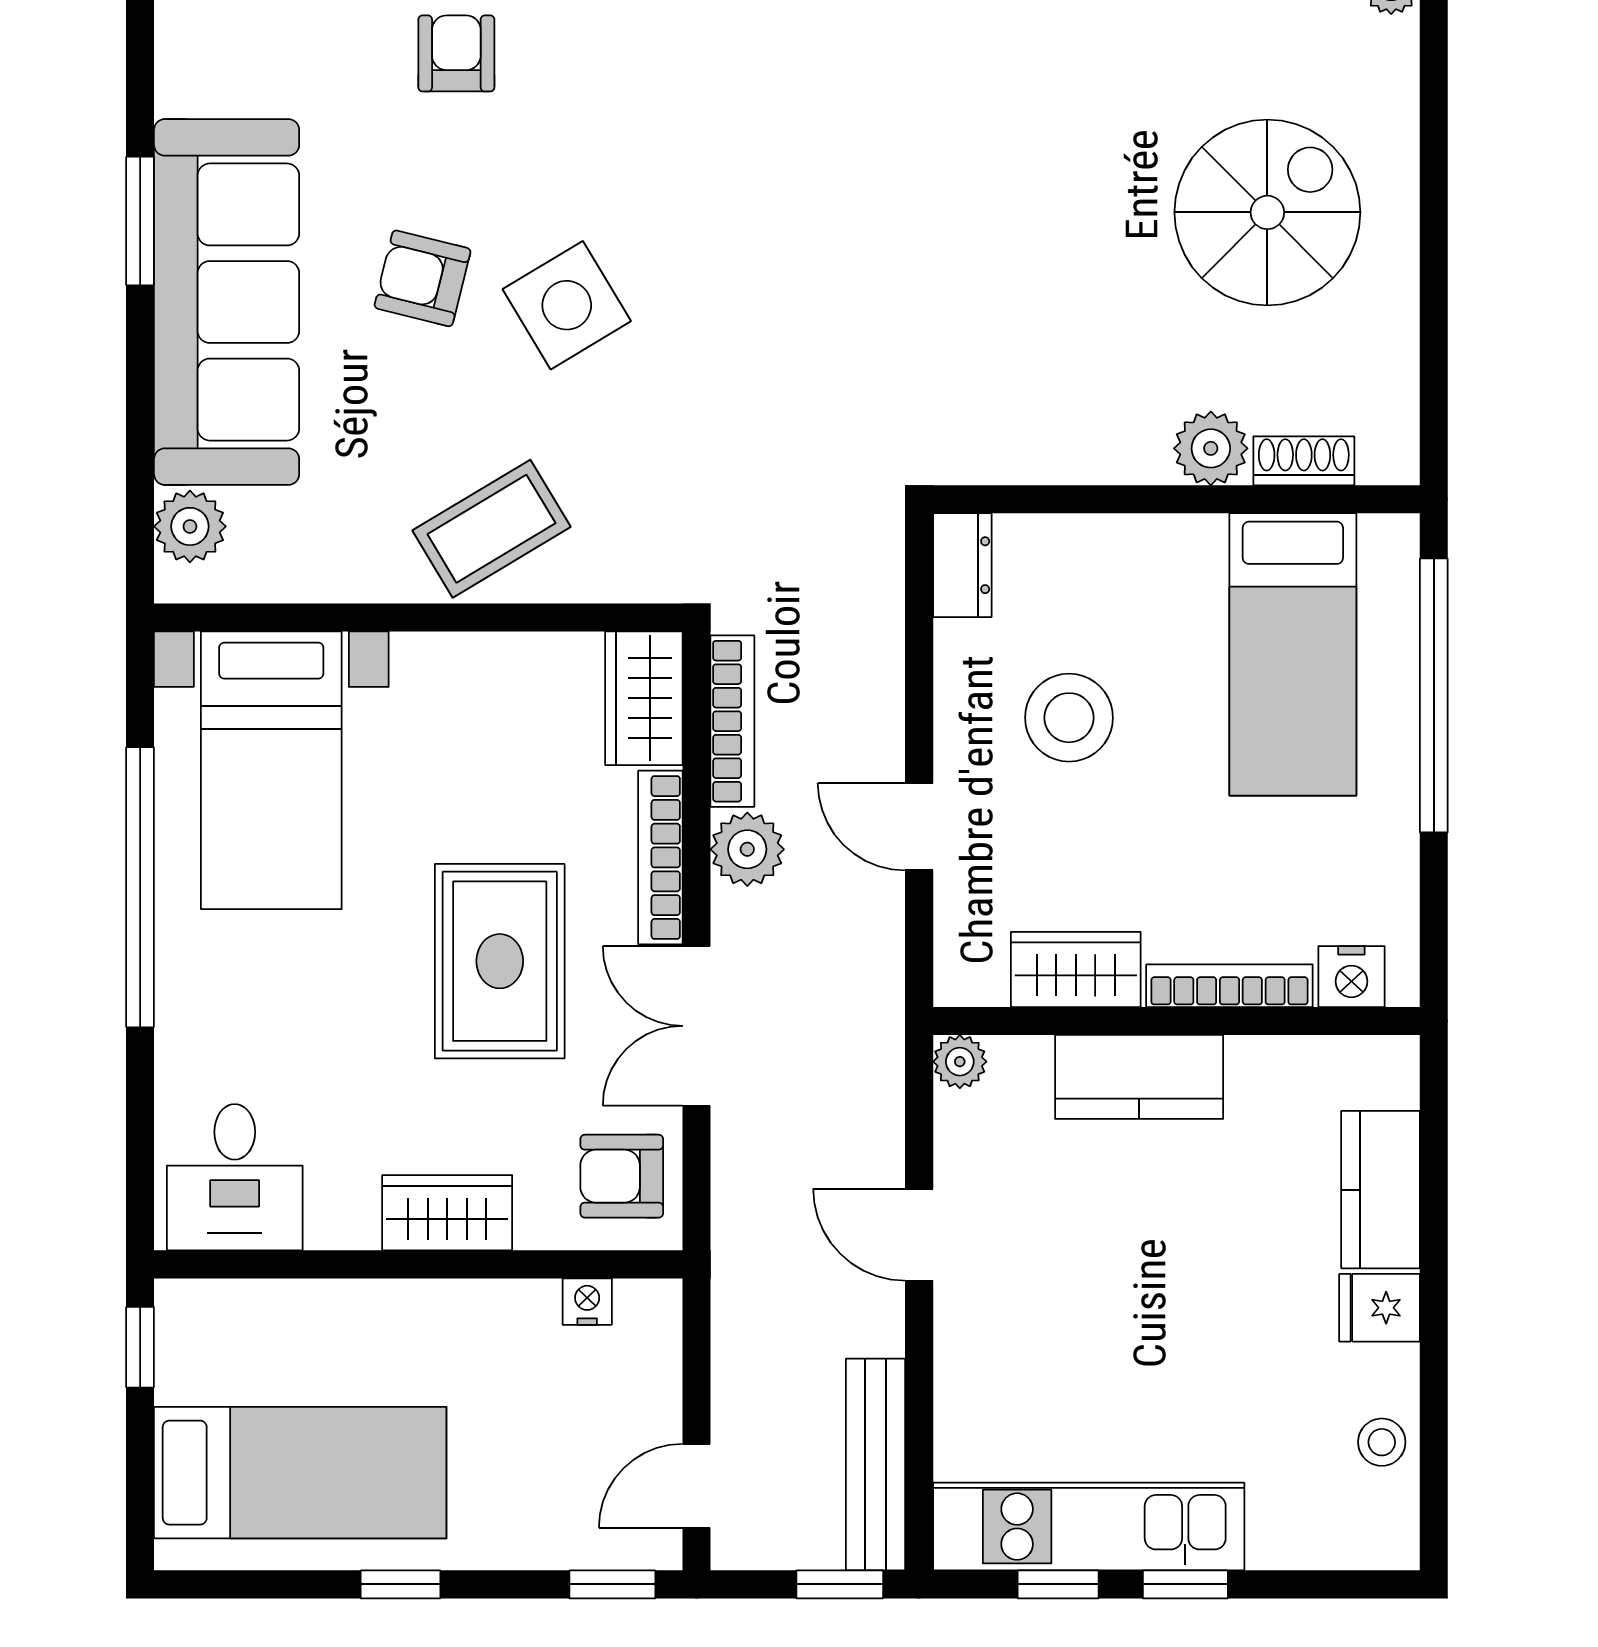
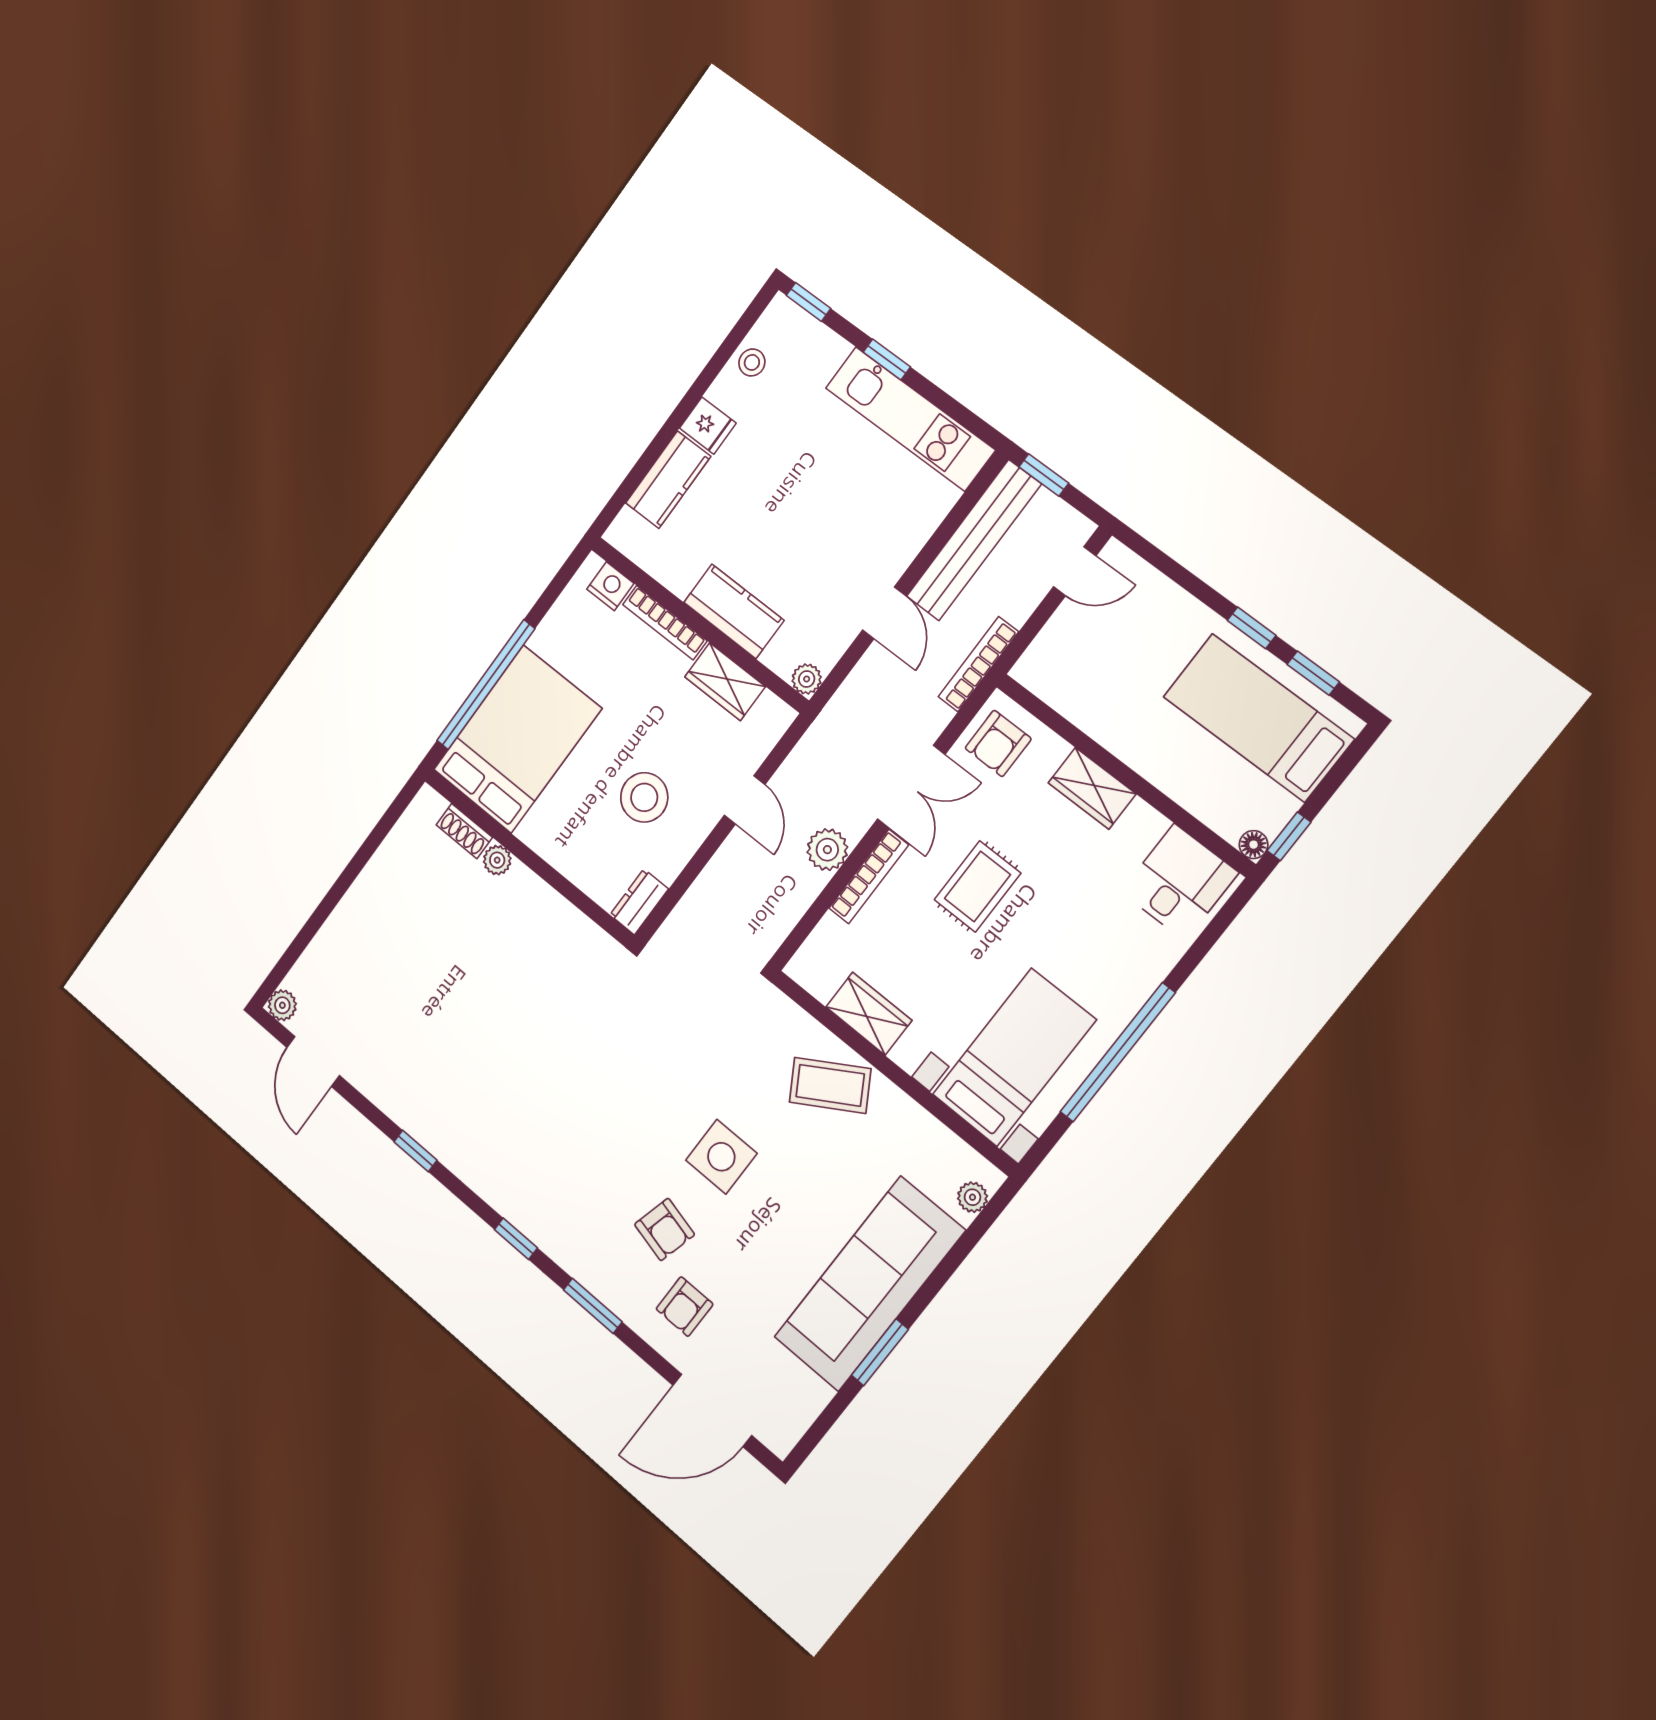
spiral stairs: (1267, 212) -> (401, 951), removed
armchair: (423, 278) -> (665, 1229), moved
side table: (567, 305) -> (721, 1157), turned 31
plant: (1211, 448) -> (497, 860), width x0.73, depth x0.73
plant: (190, 526) -> (973, 1197), width x0.73, depth x0.73
bed: (1293, 654) -> (517, 739), width x1.50
wardrobe: (644, 698) -> (869, 1014), moved, turned -90
bookcase: (732, 721) -> (978, 664), moved
rug: (500, 961) -> (977, 886), width x0.73, depth x0.70
armchair: (622, 1176) -> (998, 743), turned 90
floor lamp: (177, 1301) -> (1254, 845), added
nightstand: (587, 1302) -> (1059, 697), removed
bench: (876, 1465) -> (974, 540), width x1.37, depth x1.21
window: (612, 1584) -> (1313, 673), moved
window: (1058, 1584) -> (808, 302), moved

